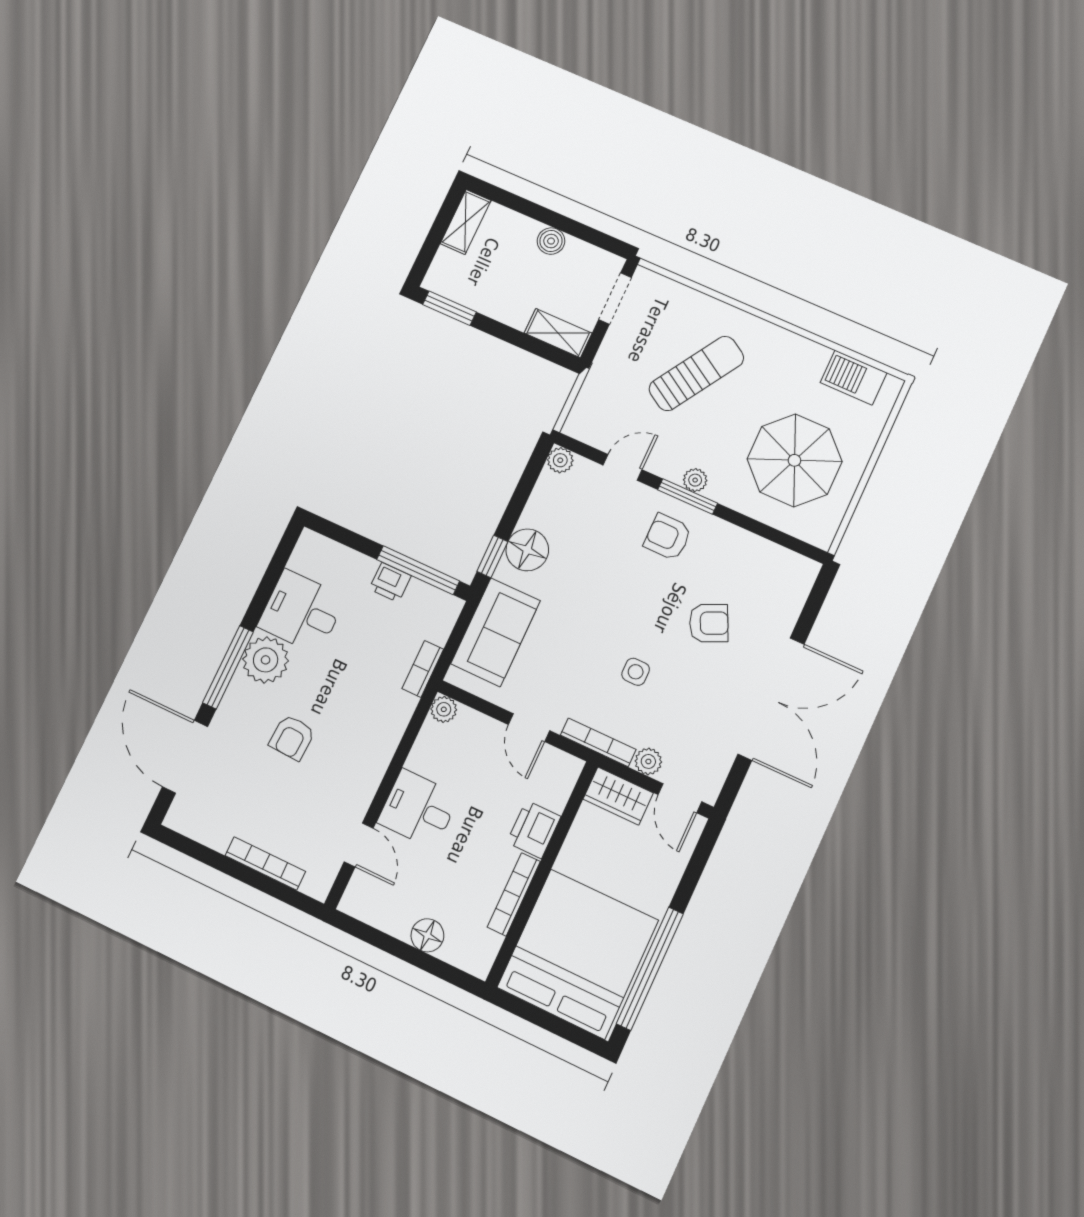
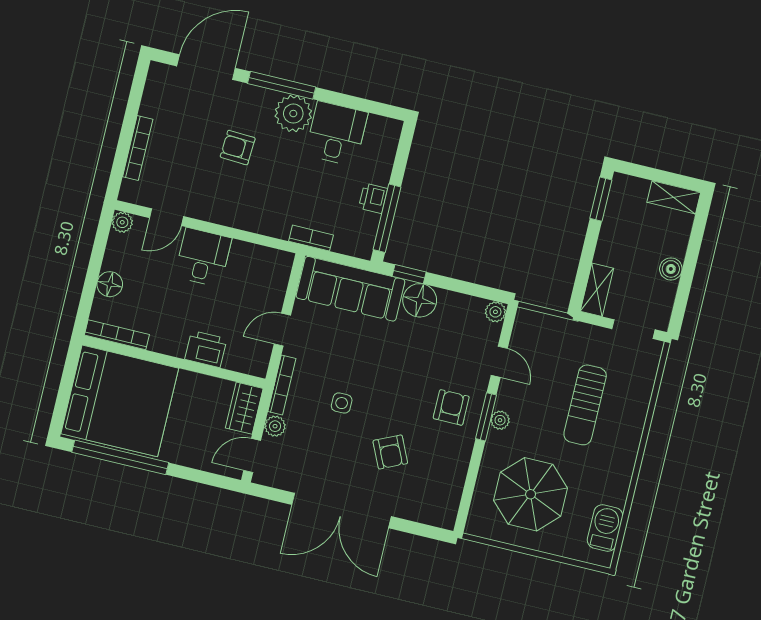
sun lounger: (696, 373) -> (585, 405), turned 58
sofa: (496, 632) -> (351, 289), width x1.36
plant: (444, 709) -> (122, 222), moved
bookcase: (514, 894) -> (117, 335), moved

